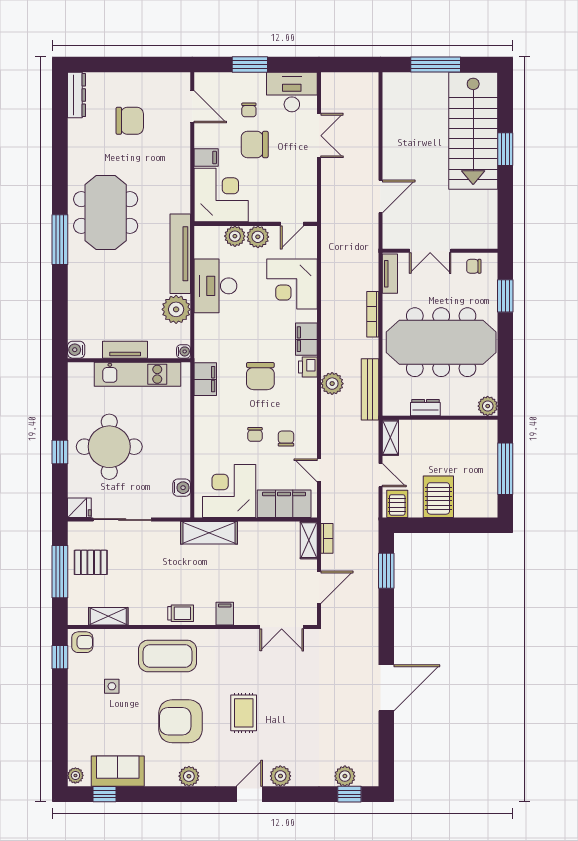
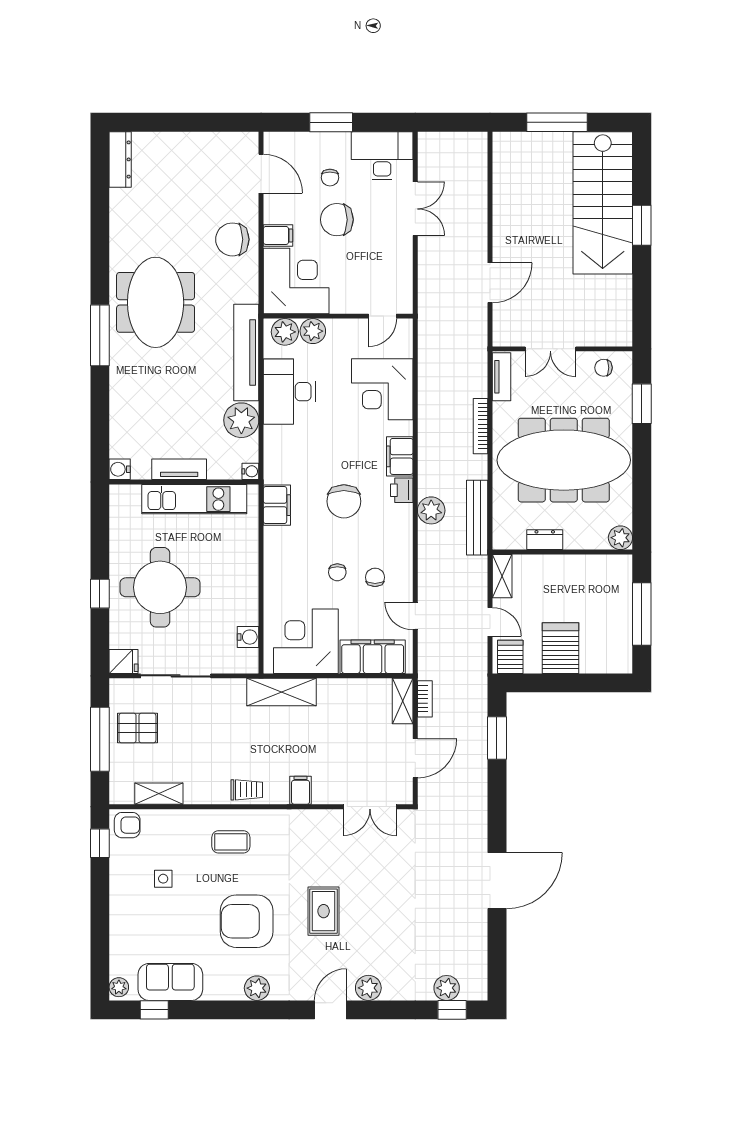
chair: (130, 121) -> (232, 239), moved, turned 180
plant: (258, 237) -> (285, 332), moved
coffee table: (168, 656) -> (231, 842), width x0.54, depth x0.58

